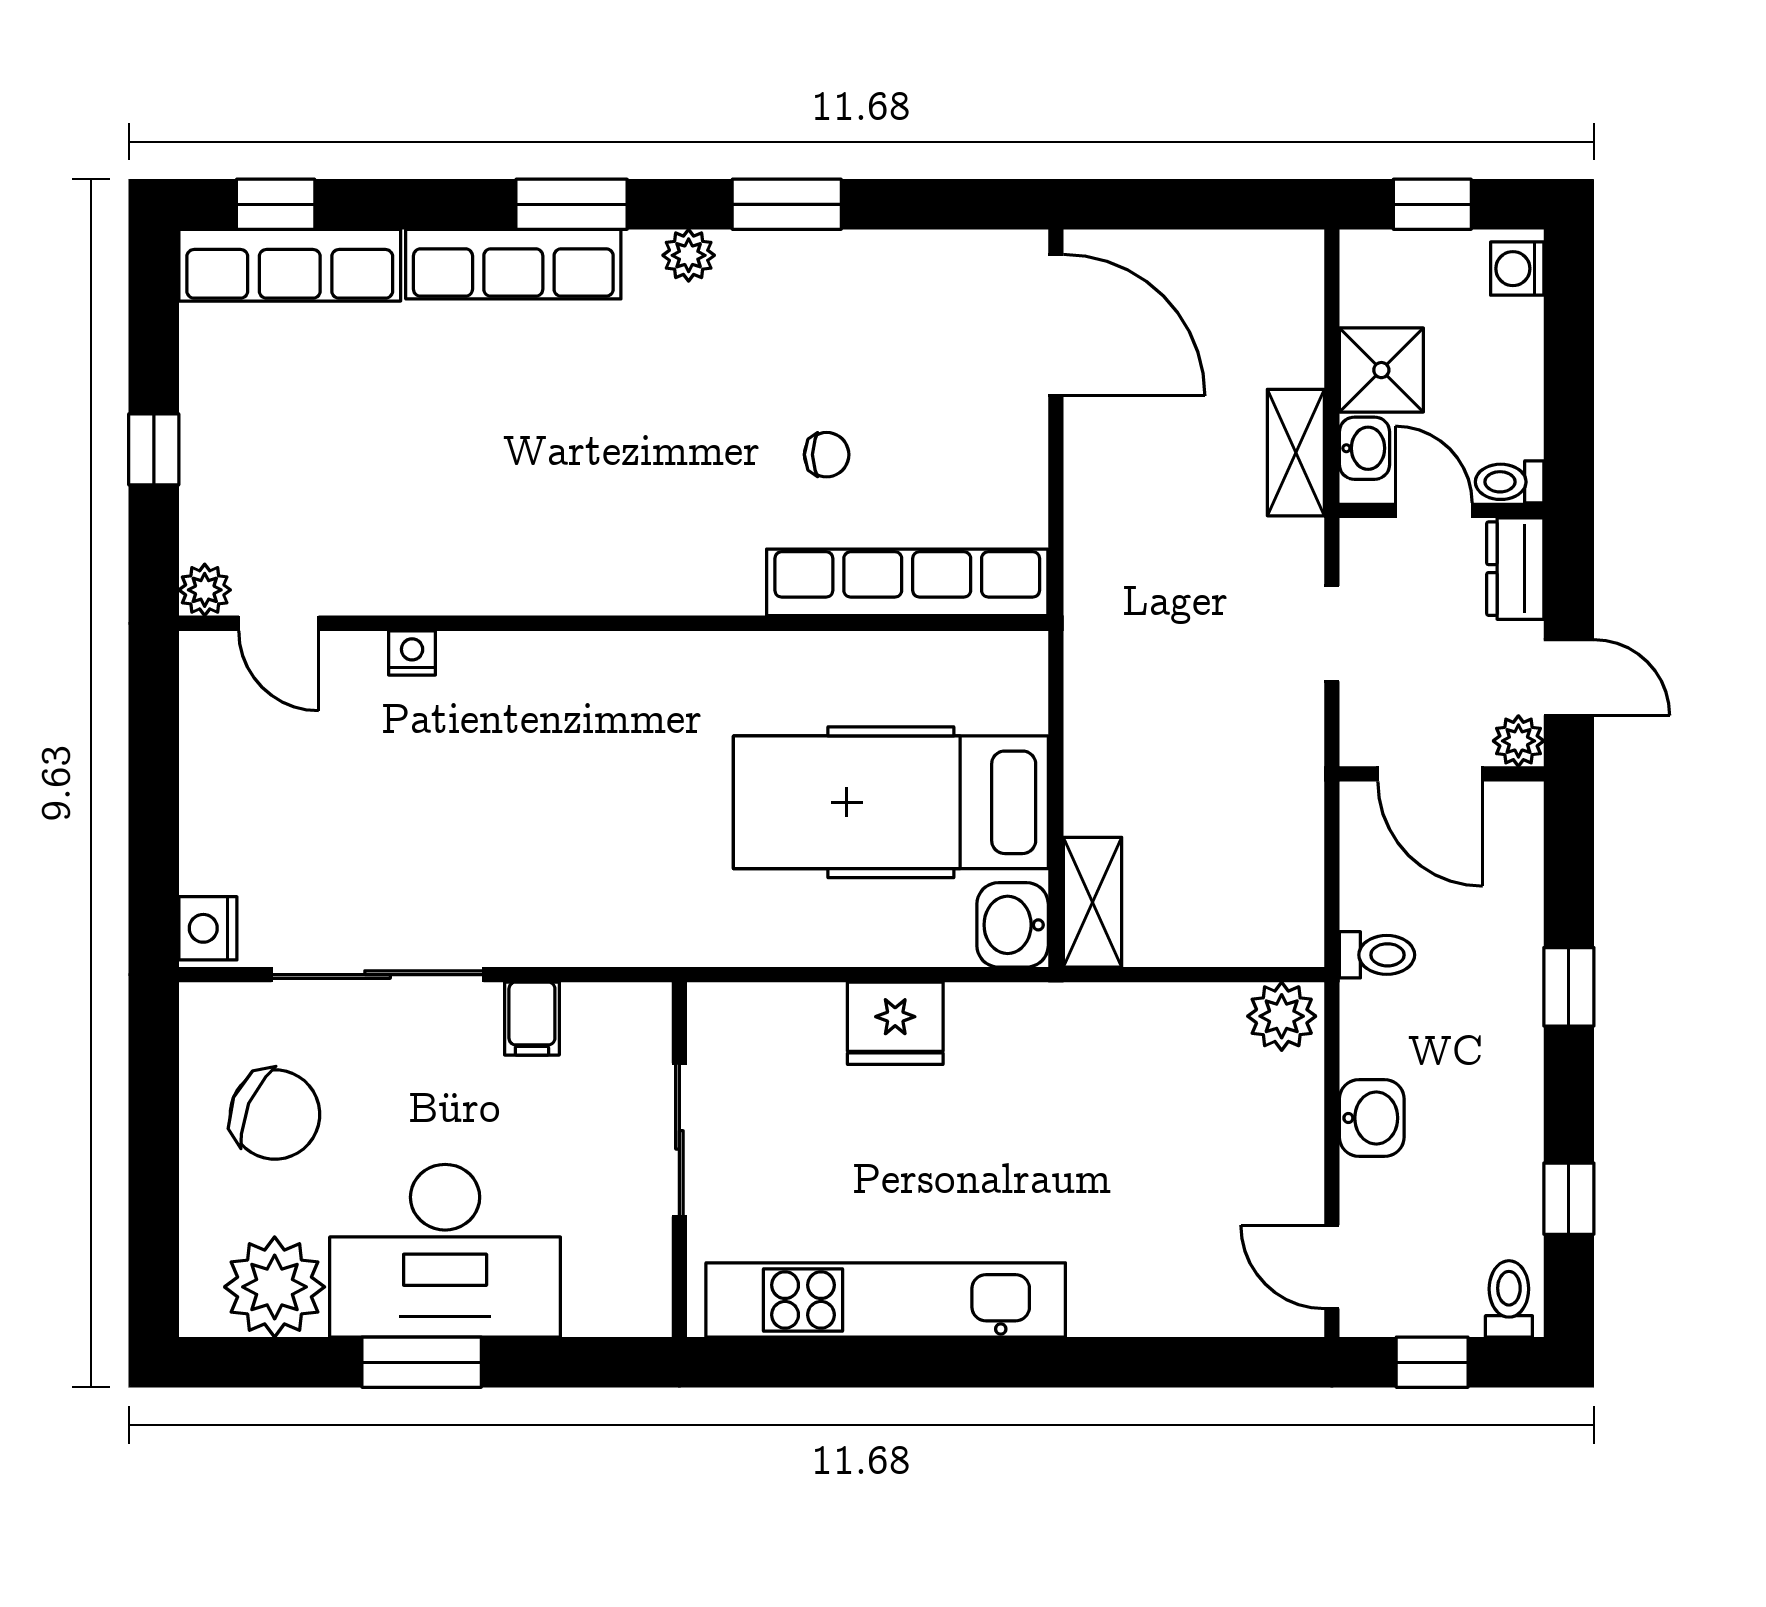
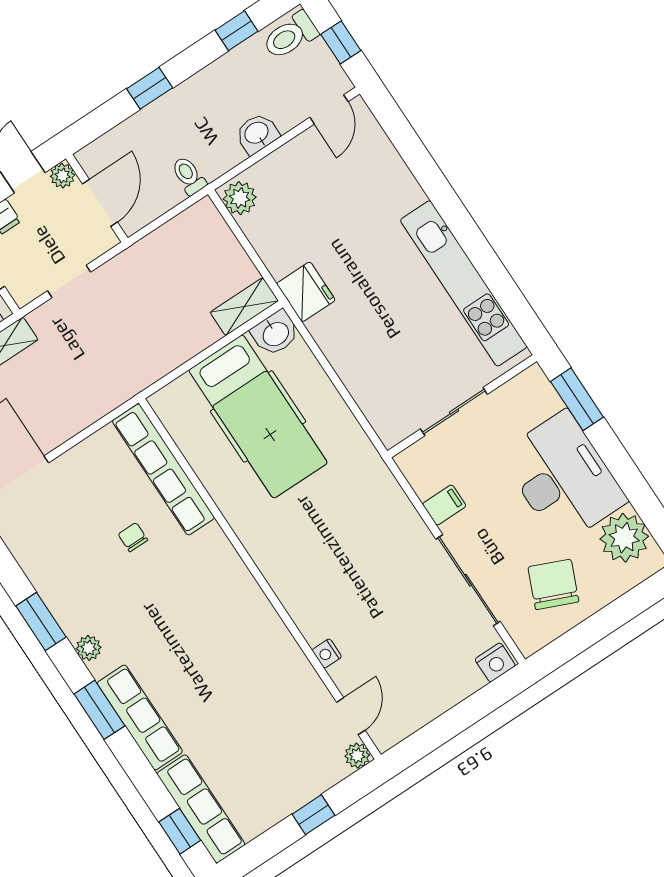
fridge: (895, 1023) -> (306, 292), moved
toilet: (1509, 1299) -> (290, 36), width x1.37, depth x1.39
window: (422, 1362) -> (577, 399), moved

